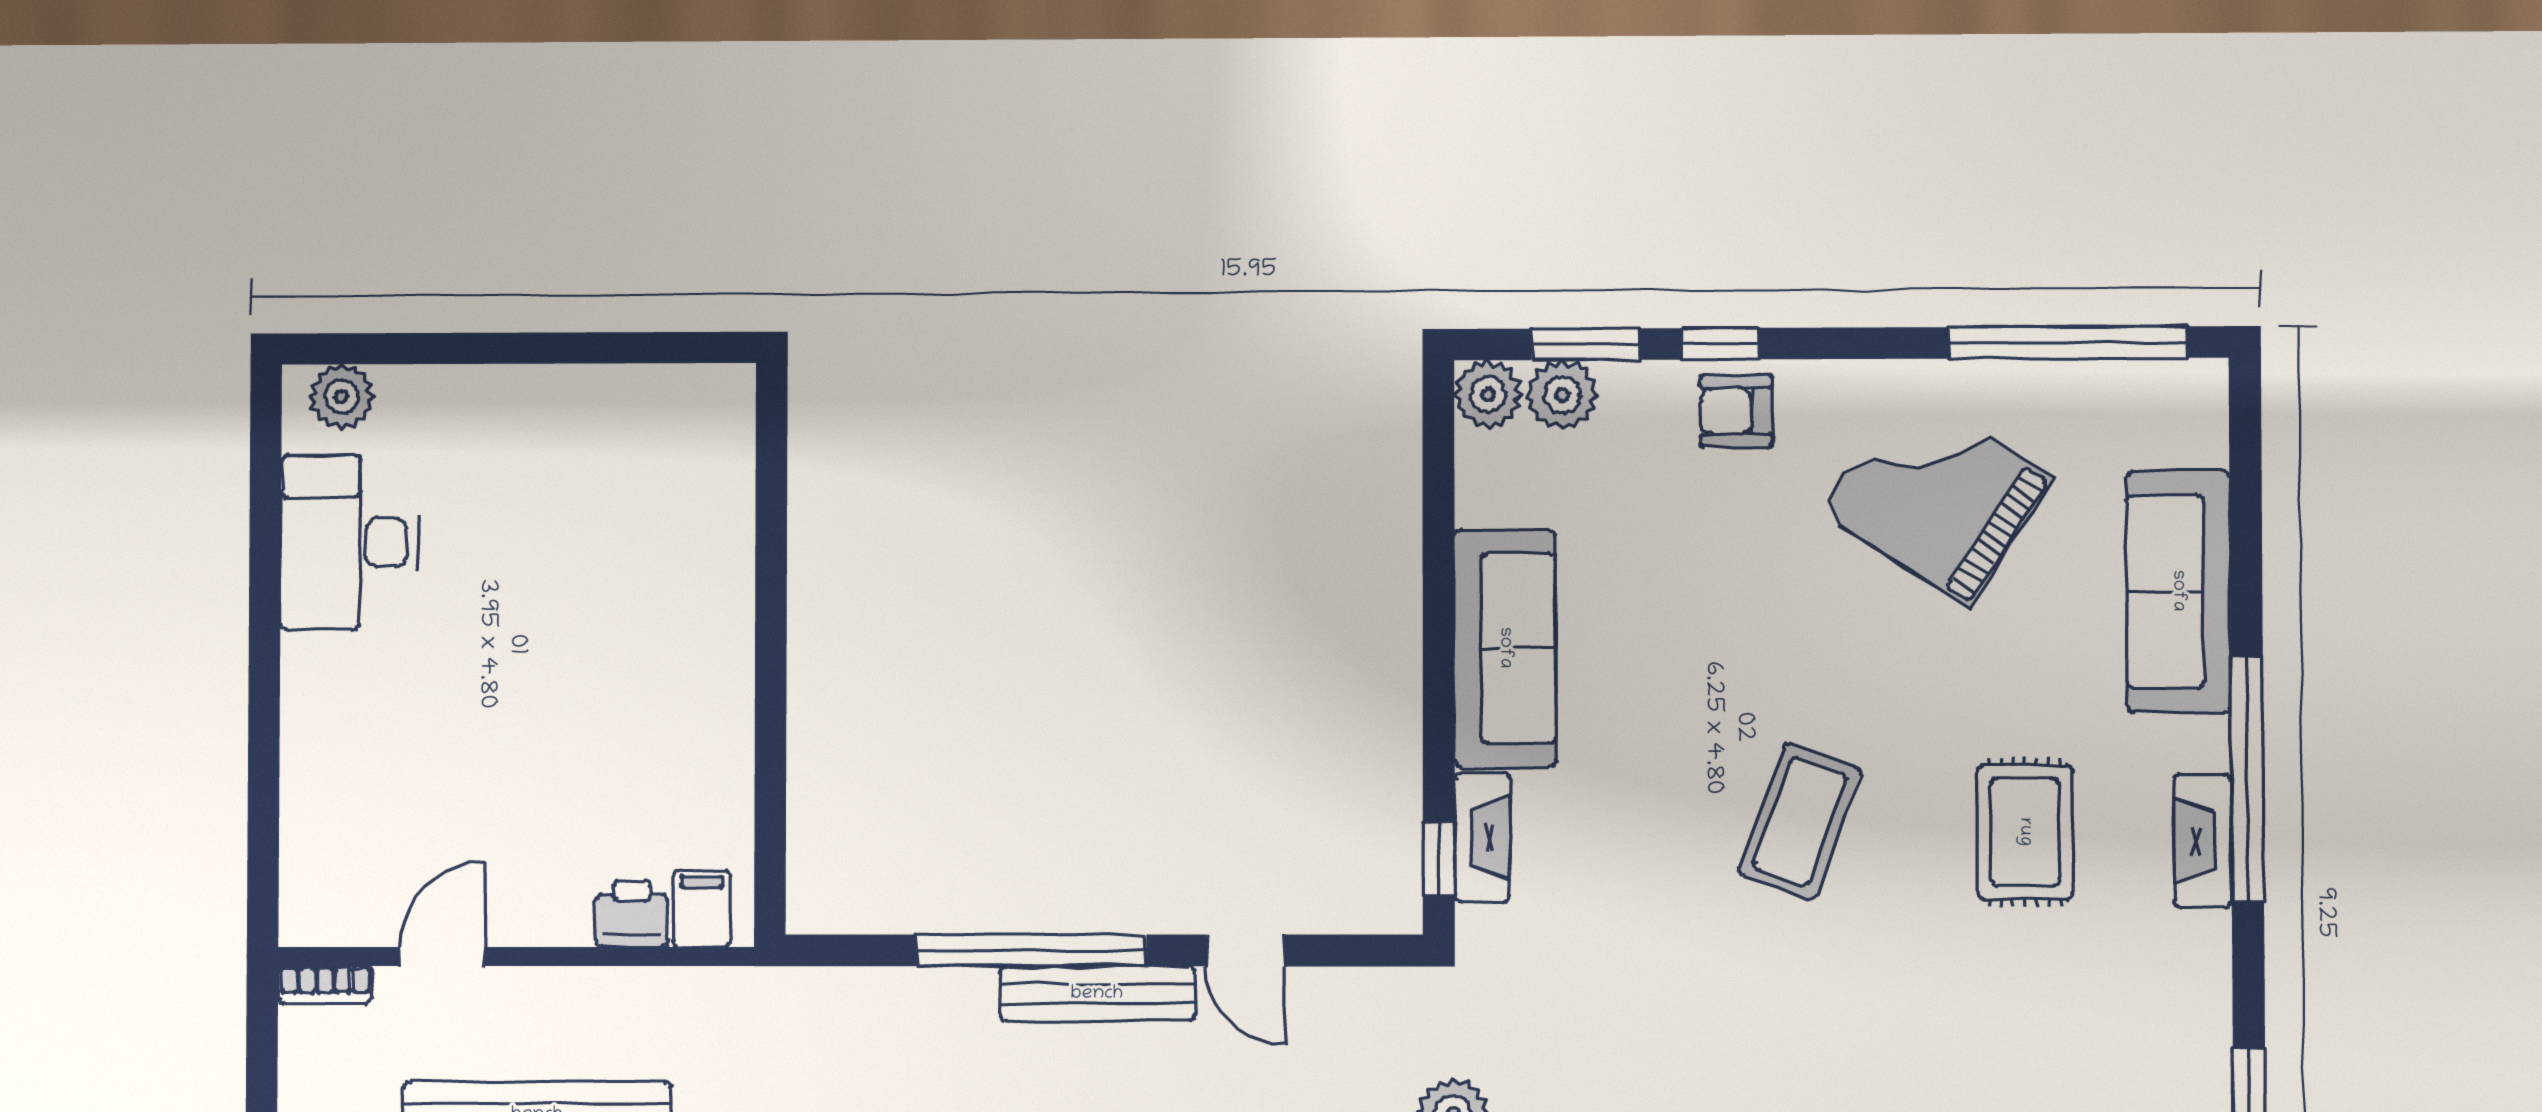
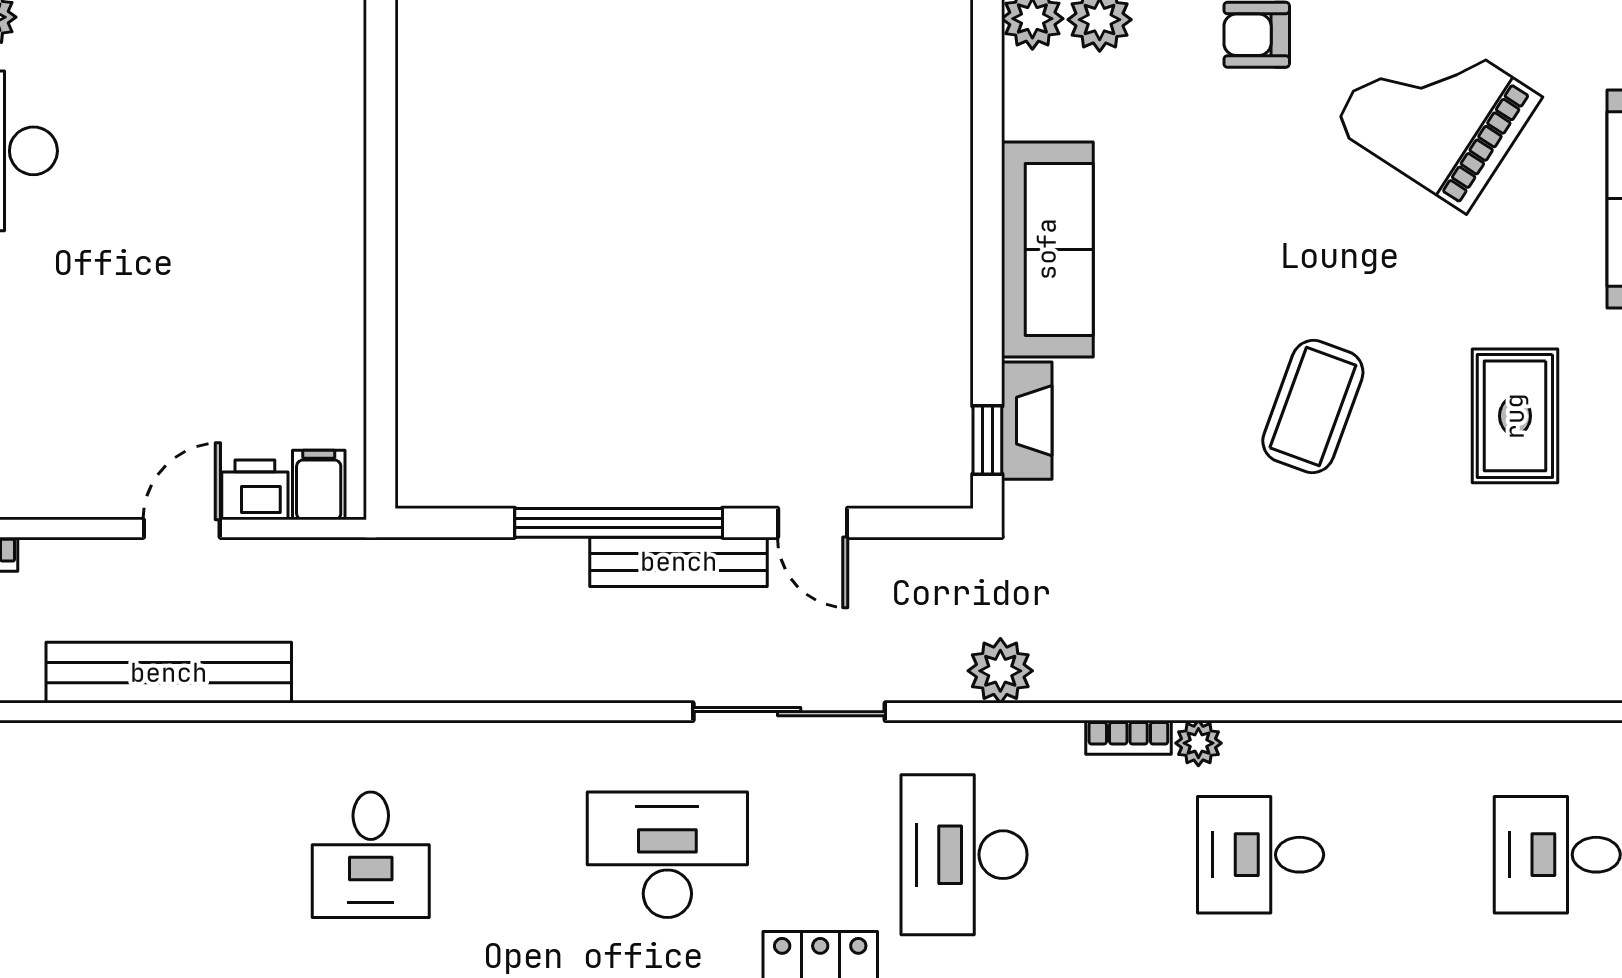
door: (442, 956) -> (182, 529), moved

